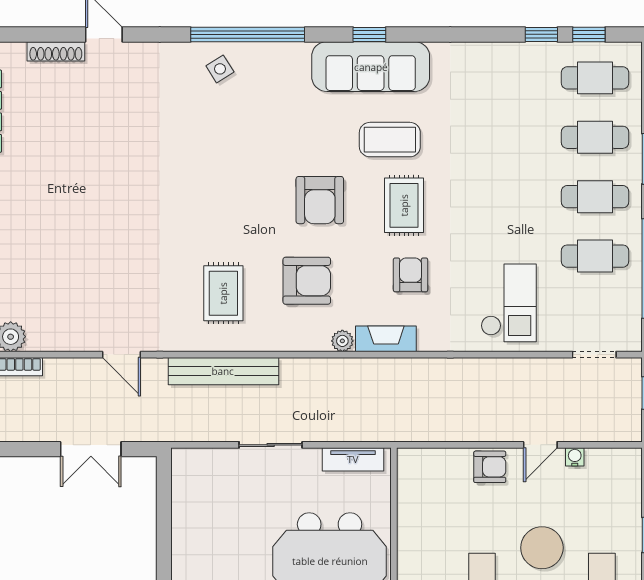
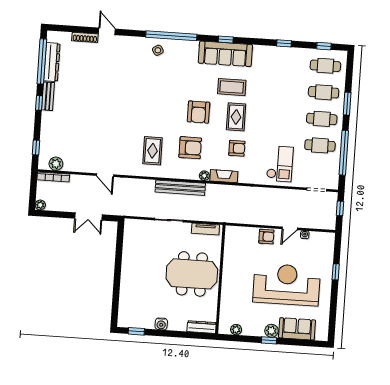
window: (541, 34) -> (284, 43), moved
armchair: (411, 275) -> (237, 148), turned 90
bench: (223, 371) -> (180, 188), moved

